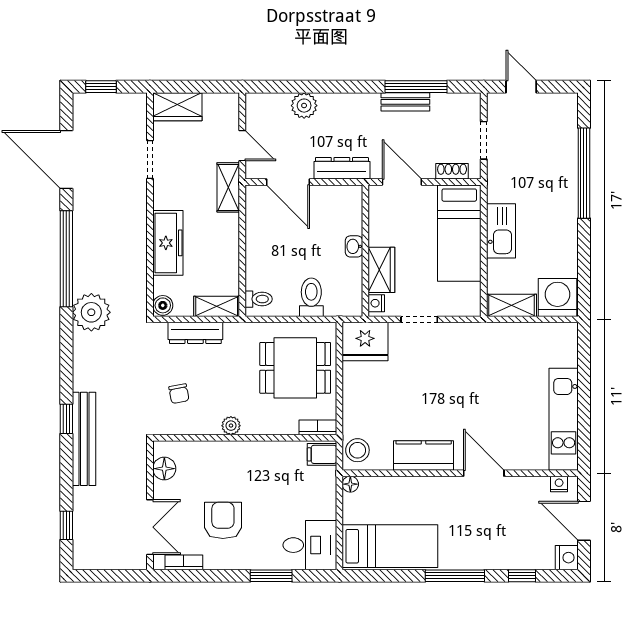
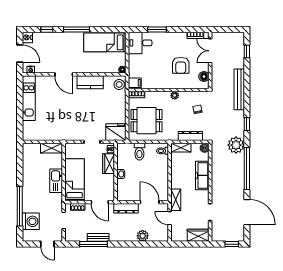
washing machine: (557, 297) -> (31, 221), moved, turned -90
window: (66, 419) -> (247, 124), moved
armchair: (223, 520) -> (181, 65), moved

